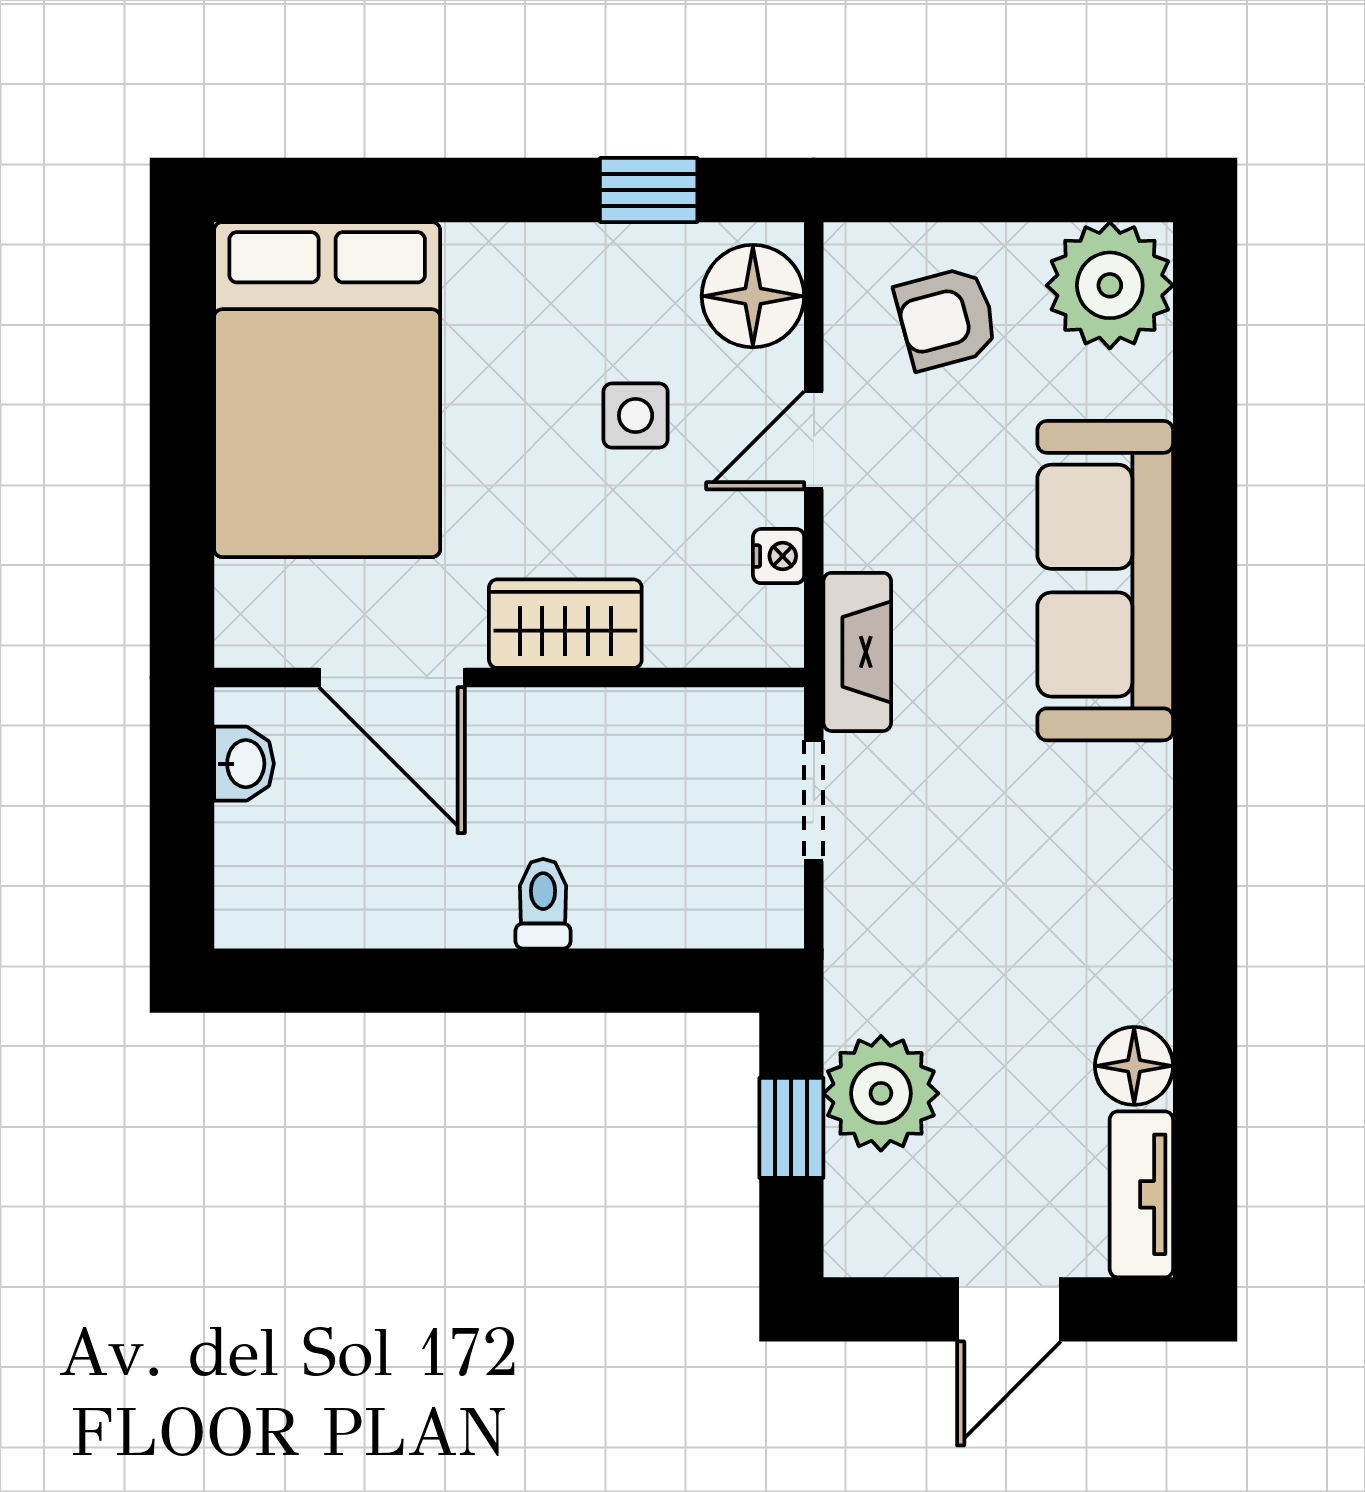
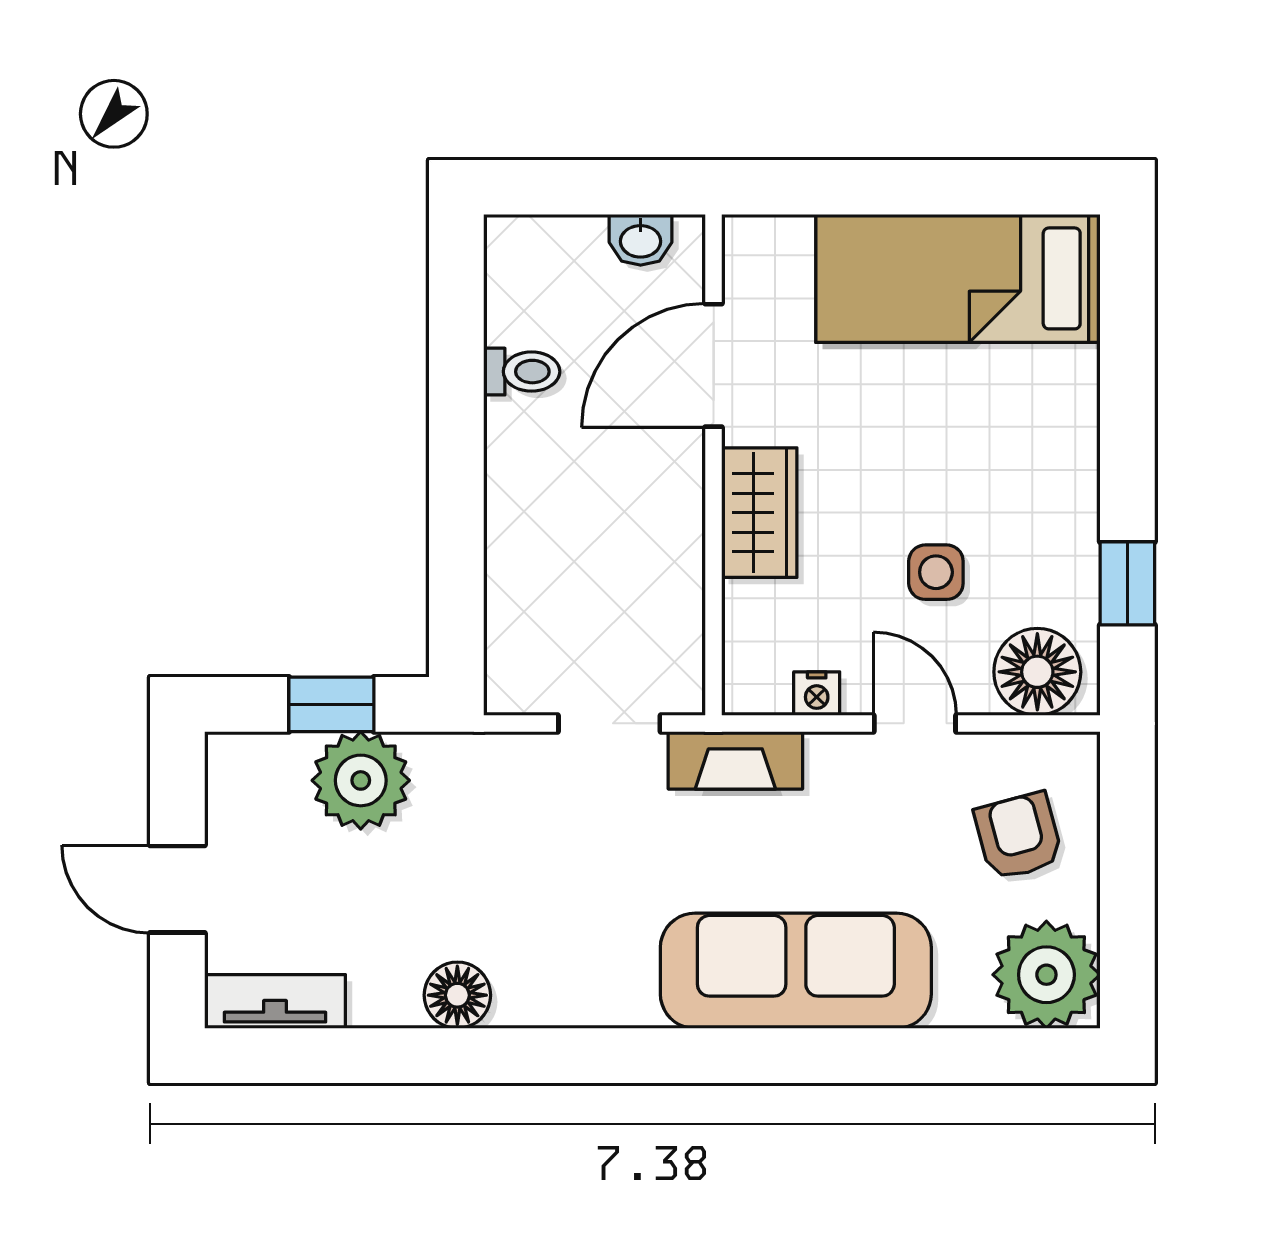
bed: (327, 390) -> (958, 278), width x0.67
toilet: (543, 904) -> (522, 372), moved
floor lamp: (1134, 1066) -> (457, 995), moved

